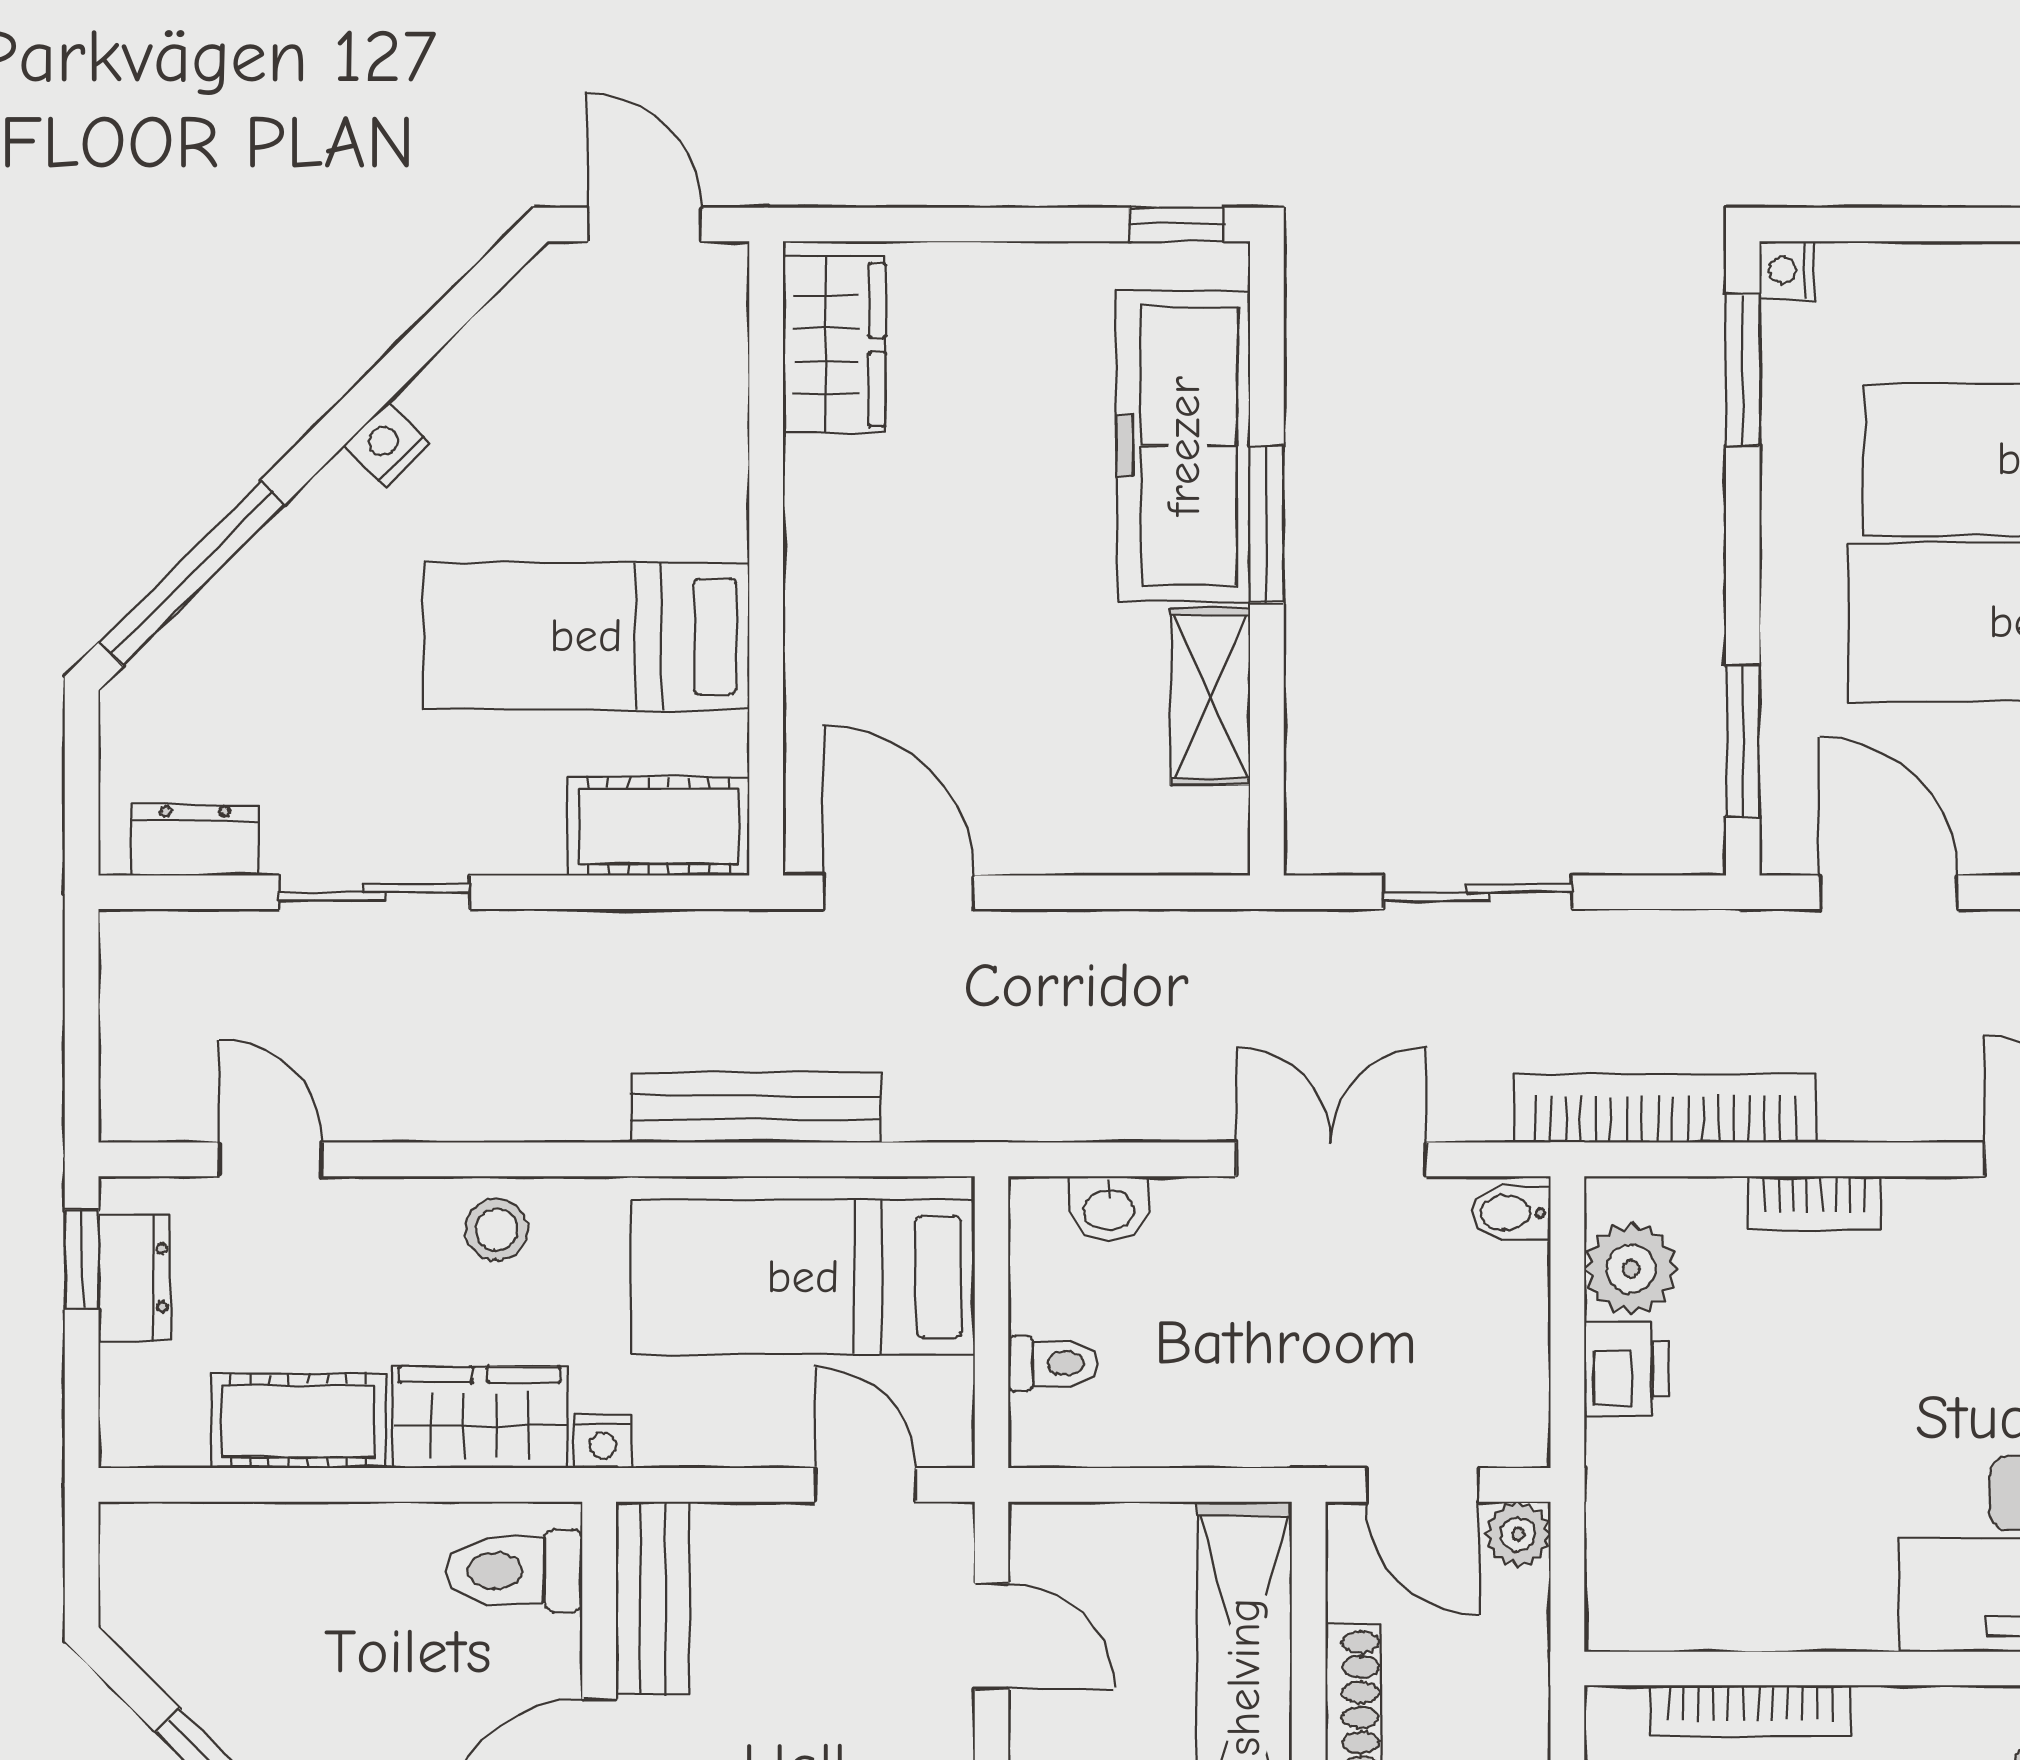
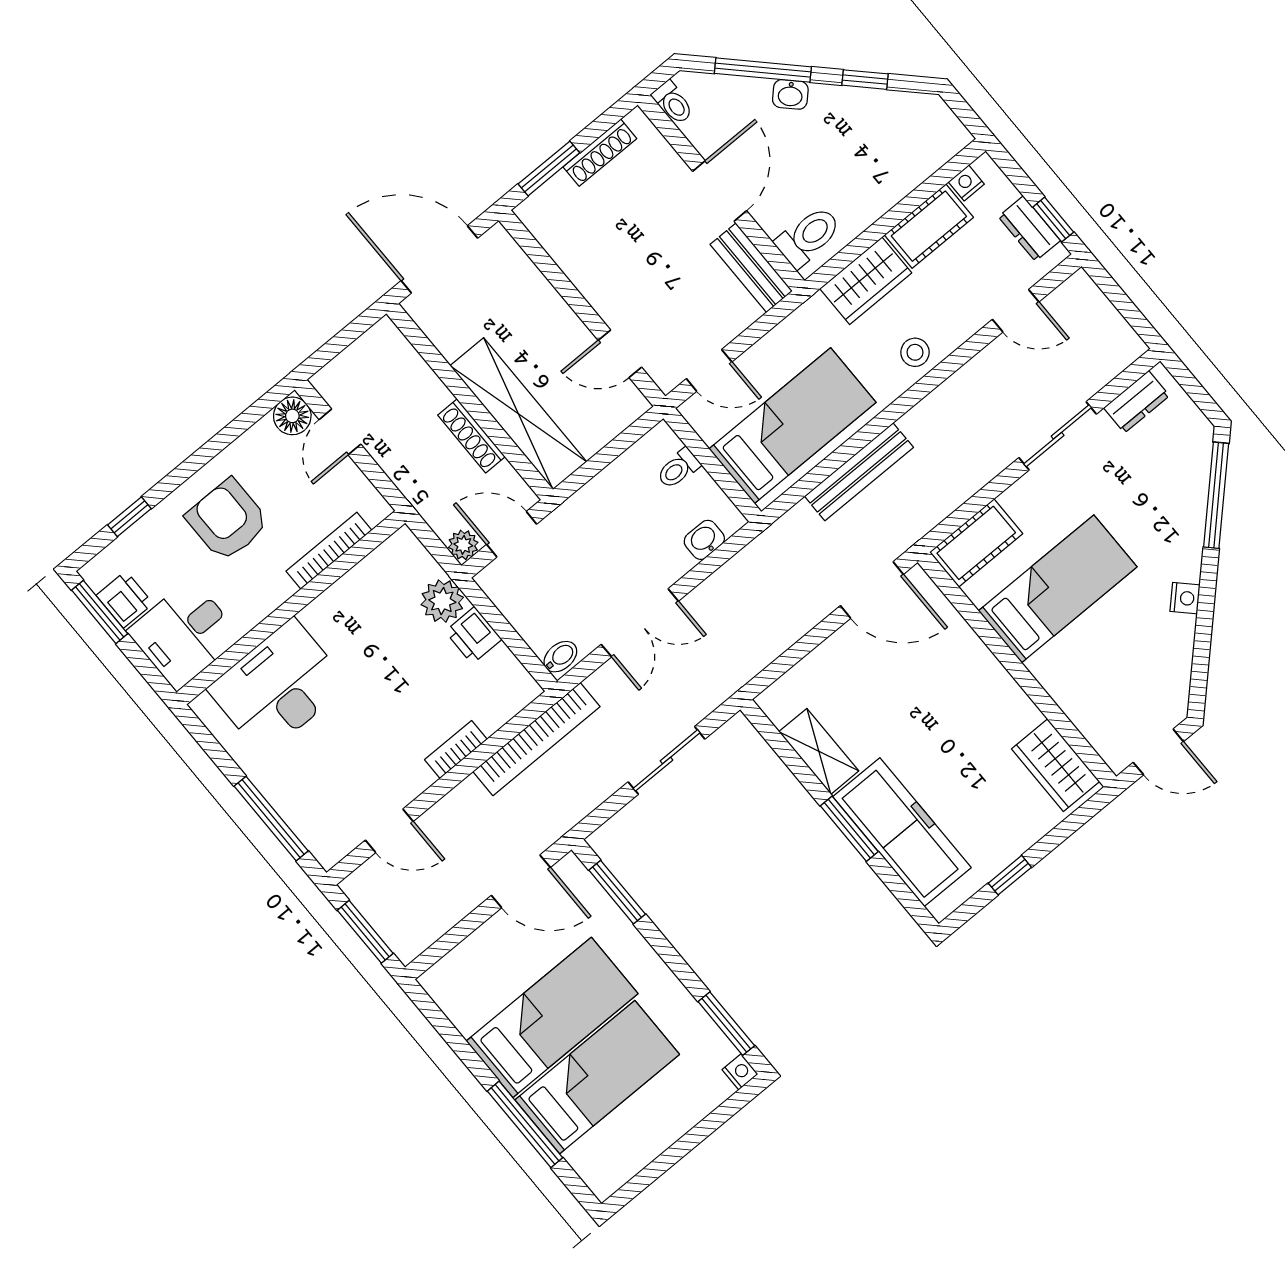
window: (1176, 224) -> (1010, 875), moved
plant: (1631, 1269) -> (442, 601), moved
nightstand: (603, 1441) -> (966, 183), moved

